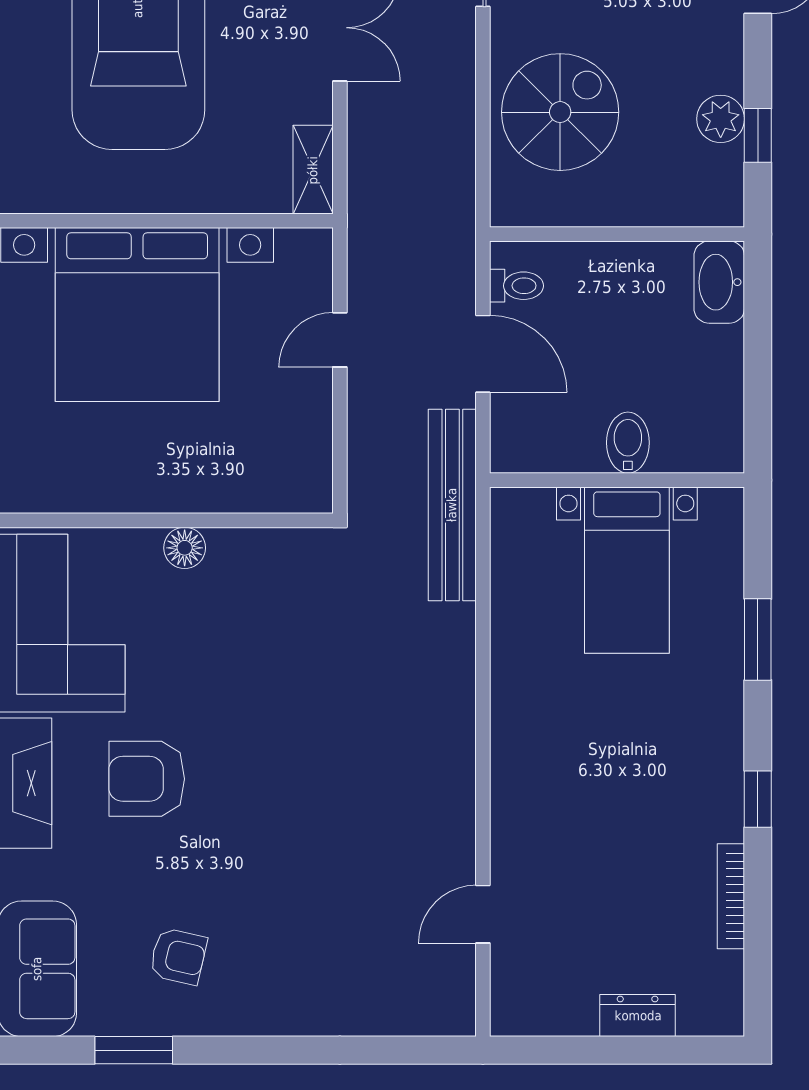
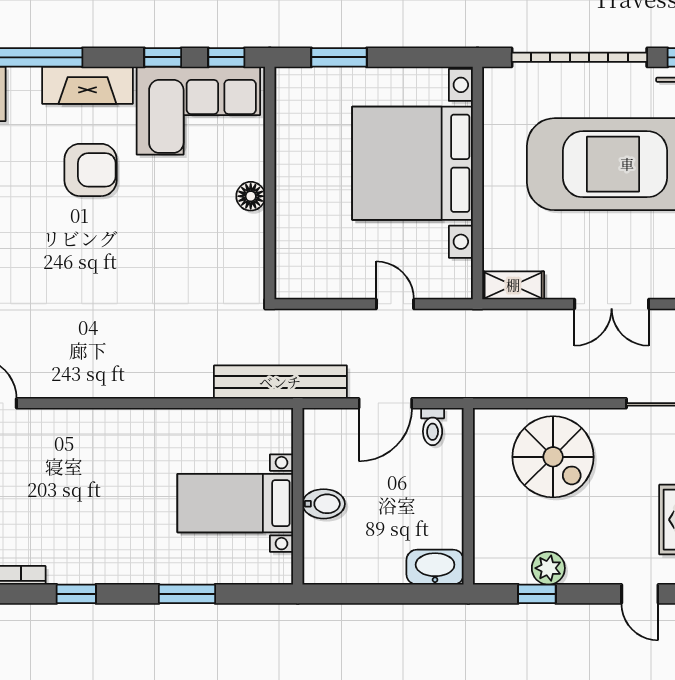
armchair: (147, 779) -> (90, 170), turned 90

